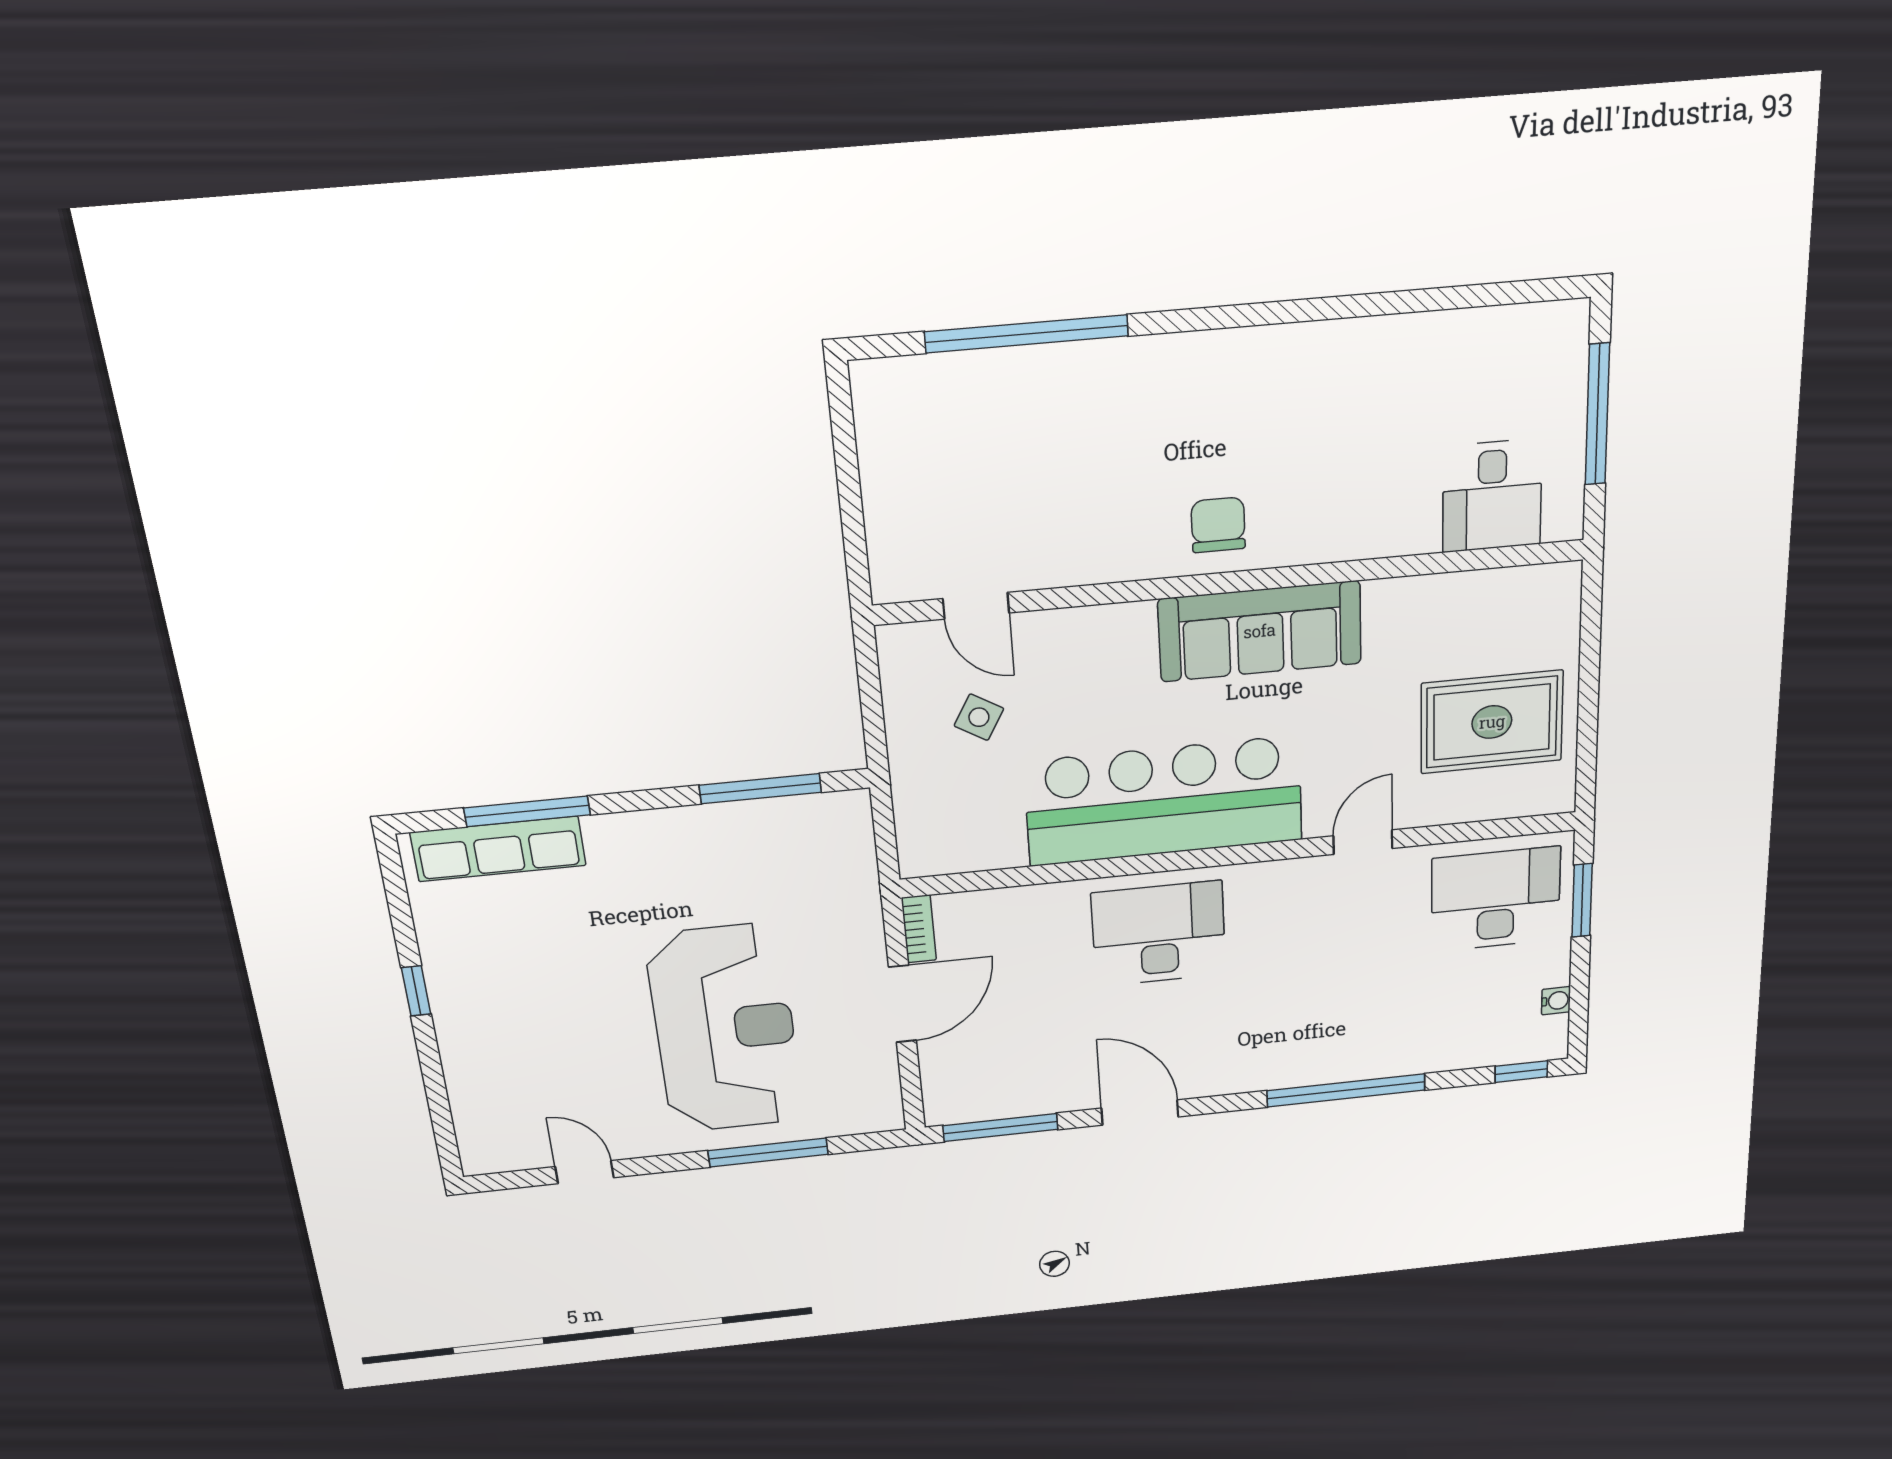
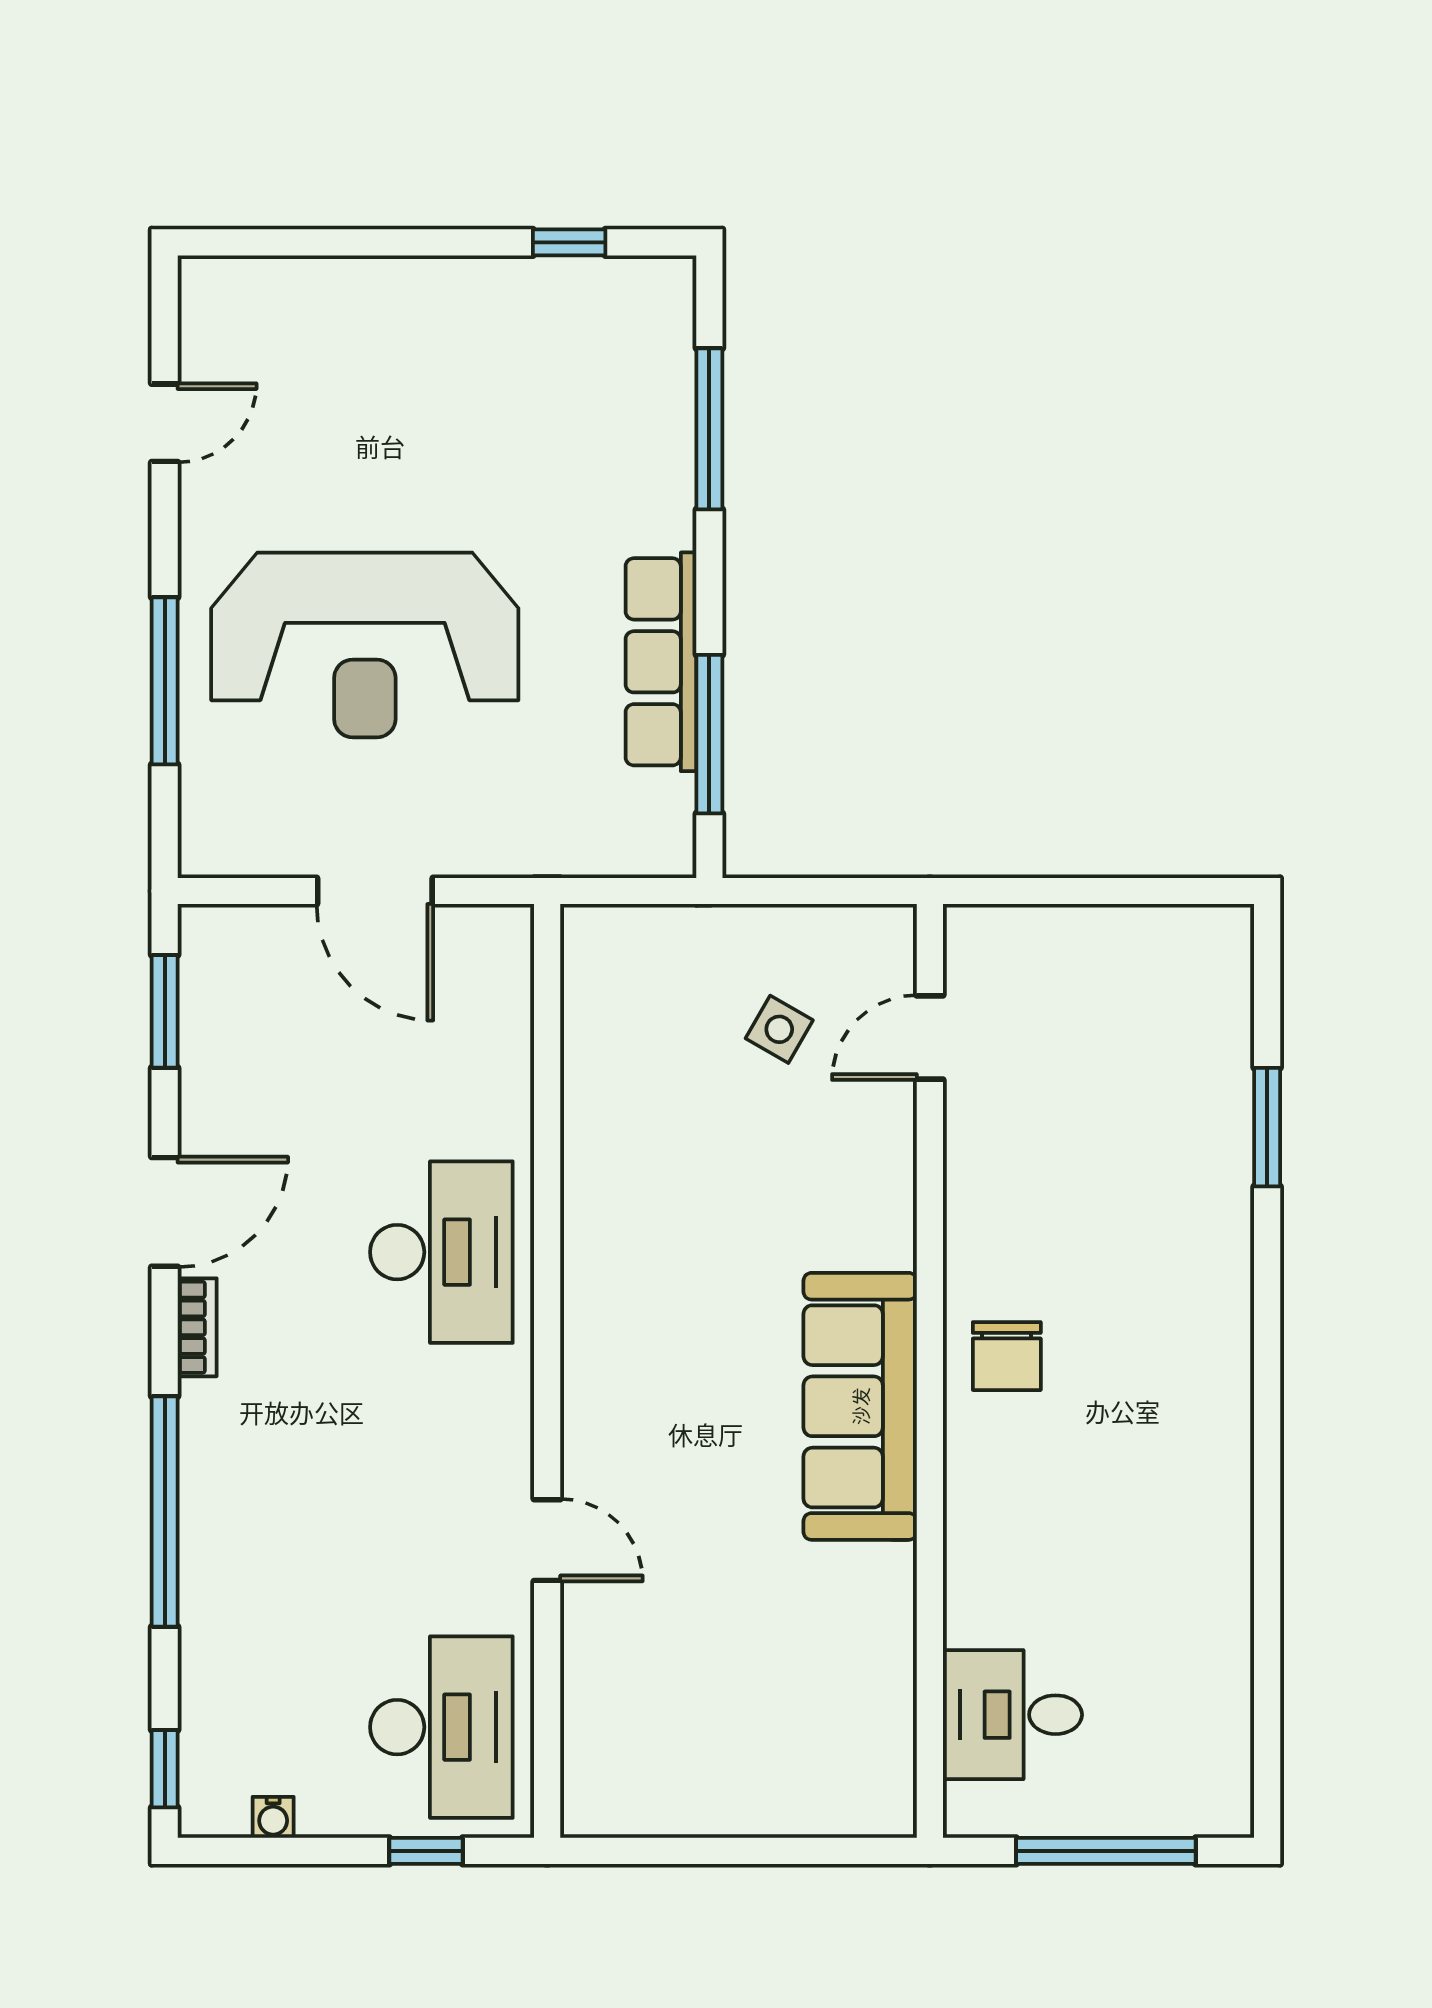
window: (1027, 334) -> (1267, 1127), width x0.47
chair: (1218, 525) -> (1007, 1356), turned 90
rug: (1492, 722) -> (703, 1718), removed
bar counter: (1164, 801) -> (636, 1269), removed
row of seats: (498, 849) -> (661, 662), moved
window: (1582, 900) -> (426, 1851), width x0.67
bookcase: (919, 929) -> (197, 1327), moved, turned -90
window: (416, 991) -> (569, 242), moved
window: (1000, 1127) -> (165, 1011), width x0.69

